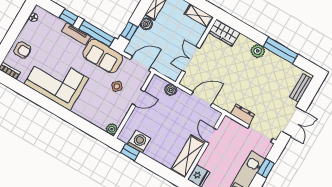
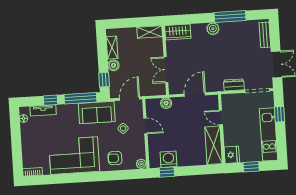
tv unit: (76, 34) -> (43, 110), moved
armchair: (22, 50) -> (115, 158), moved, turned 180
door: (138, 98) -> (145, 126), hinge flipped

